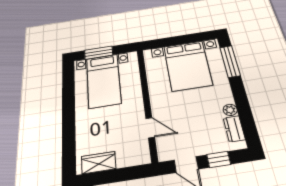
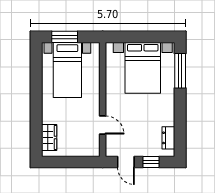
plant: (230, 110) -> (169, 120), removed
wardrobe: (99, 163) -> (49, 138), moved, turned 90

